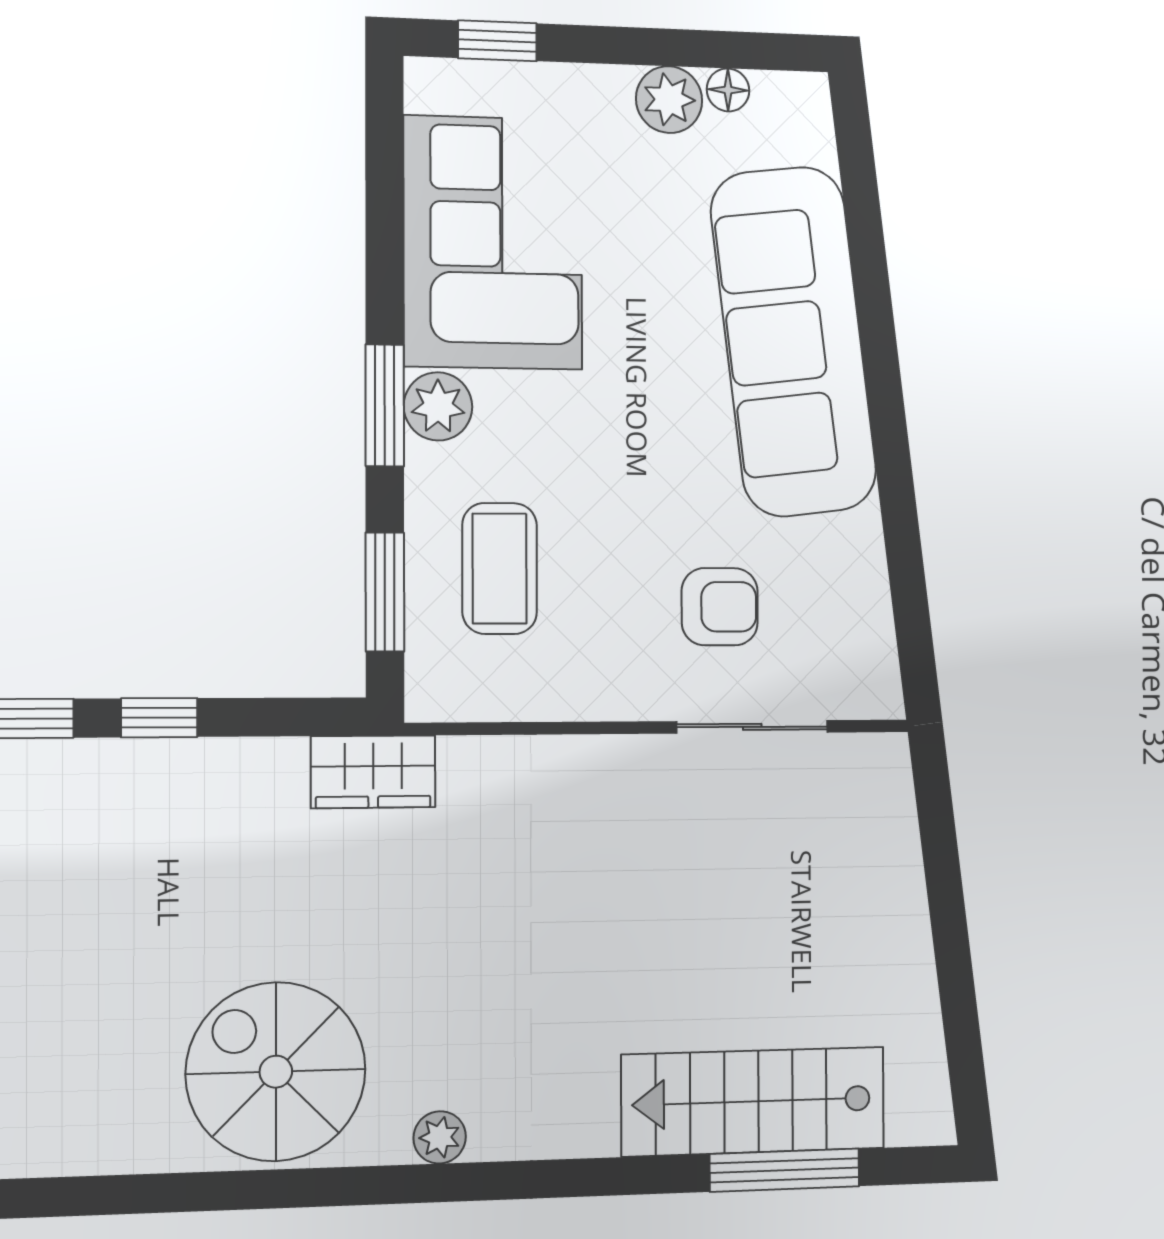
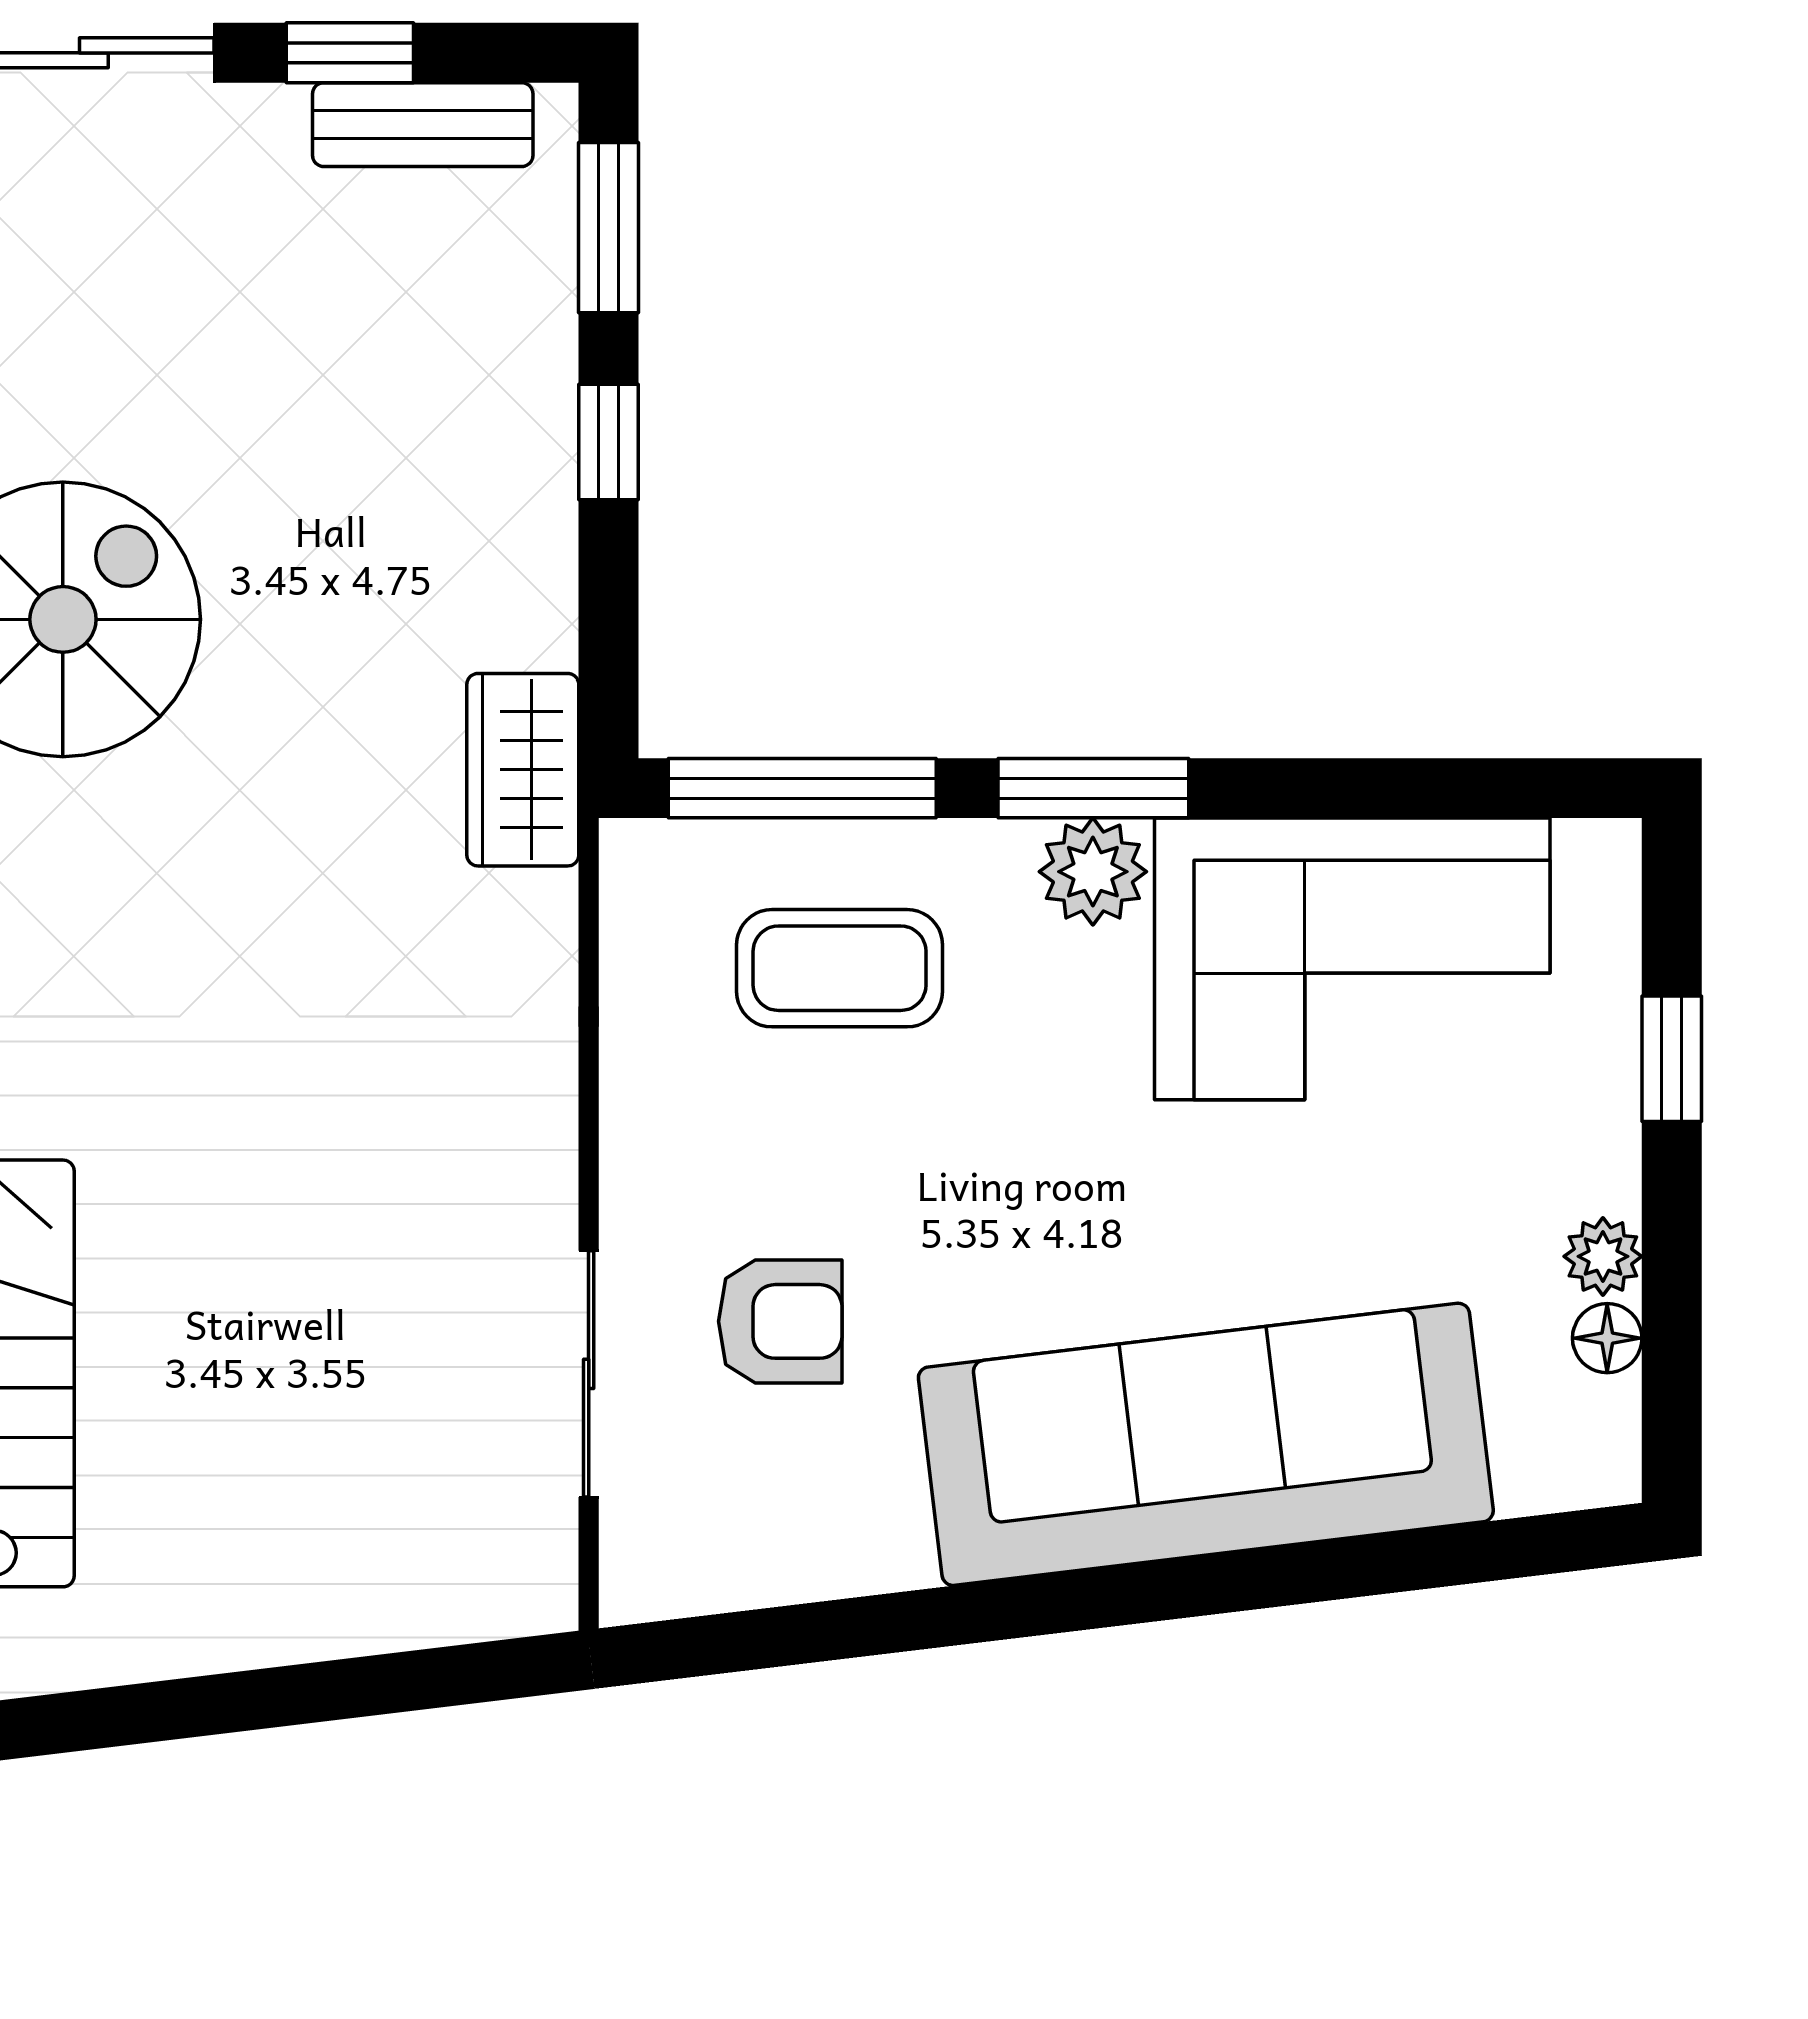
window: (497, 41) -> (1672, 1059), moved
plant: (669, 100) -> (1603, 1256), width x0.73, depth x0.73
window: (385, 592) -> (802, 788), width x1.44
armchair: (720, 607) -> (780, 1321), turned -90

